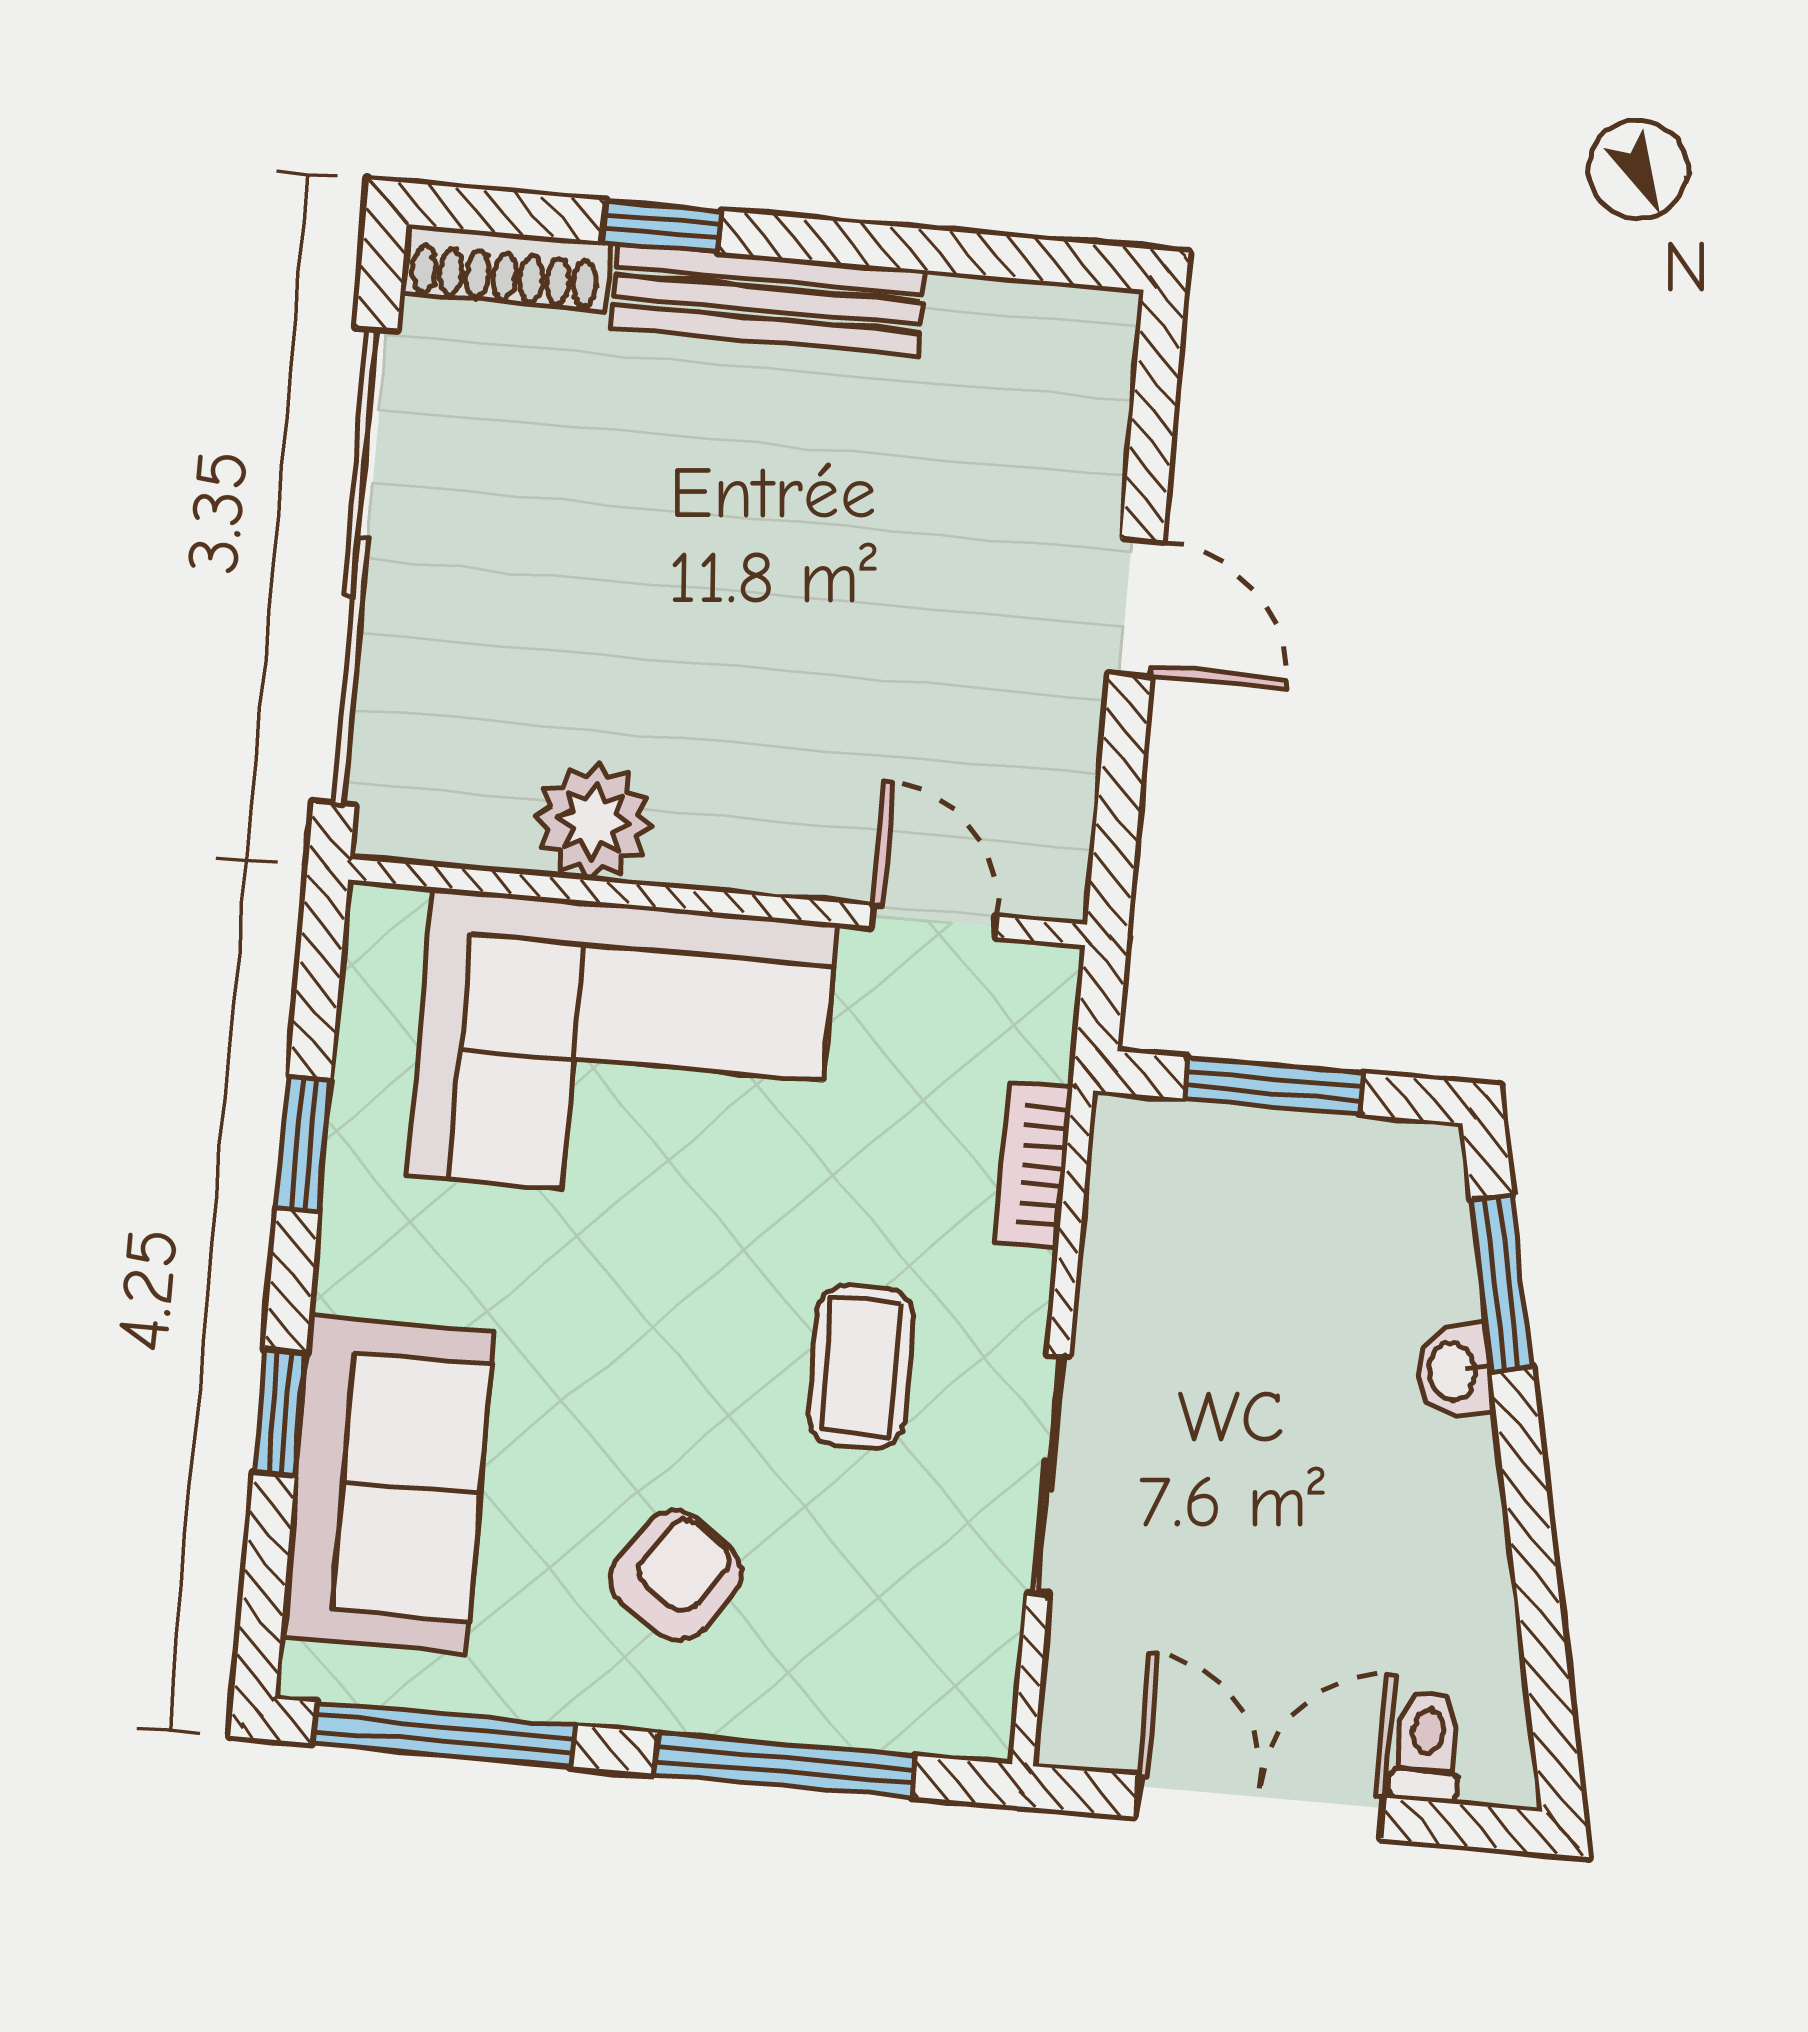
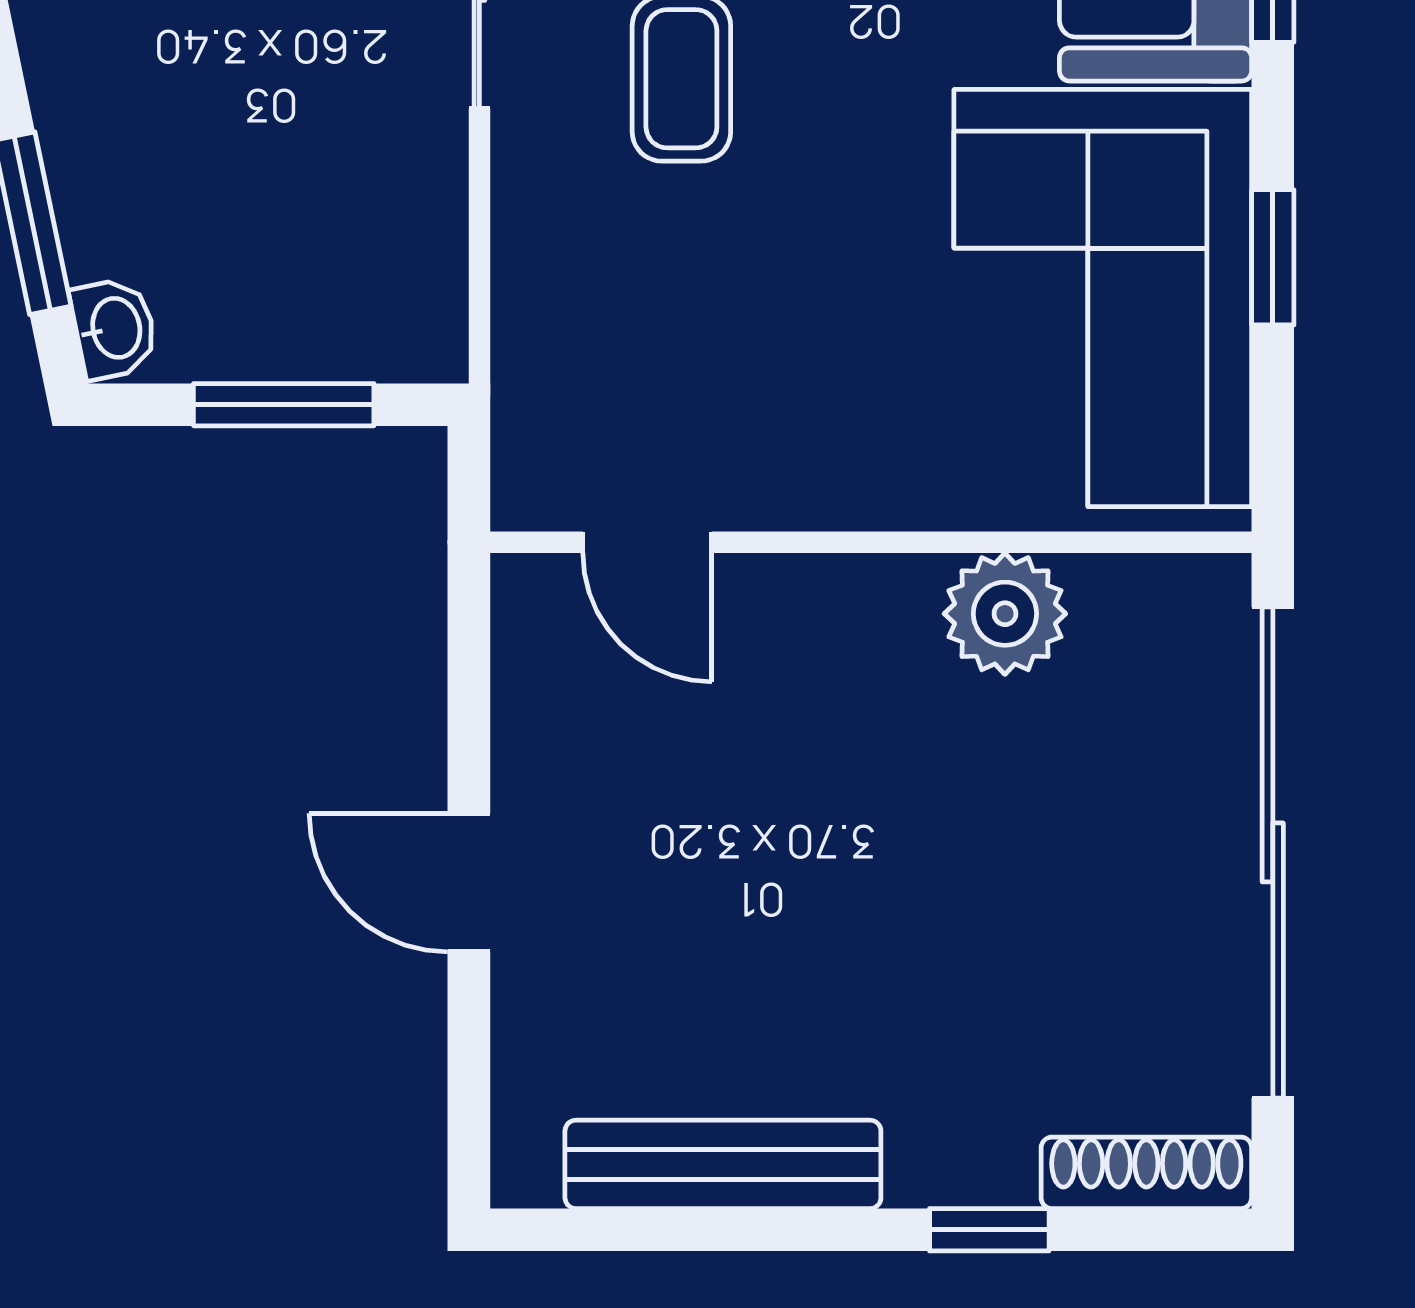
bench: (768, 299) -> (723, 1164), moved
corner sofa: (623, 1049) -> (1103, 298), moved, turned -90
bookcase: (1033, 1165) -> (523, 302), removed
washbasin: (1454, 1371) -> (114, 328), moved

